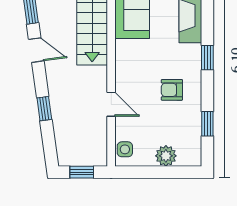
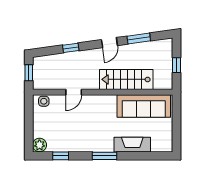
window: (207, 58) -> (105, 156), width x1.50
armchair: (172, 90) -> (83, 132), removed
plant: (166, 156) -> (39, 145), moved

